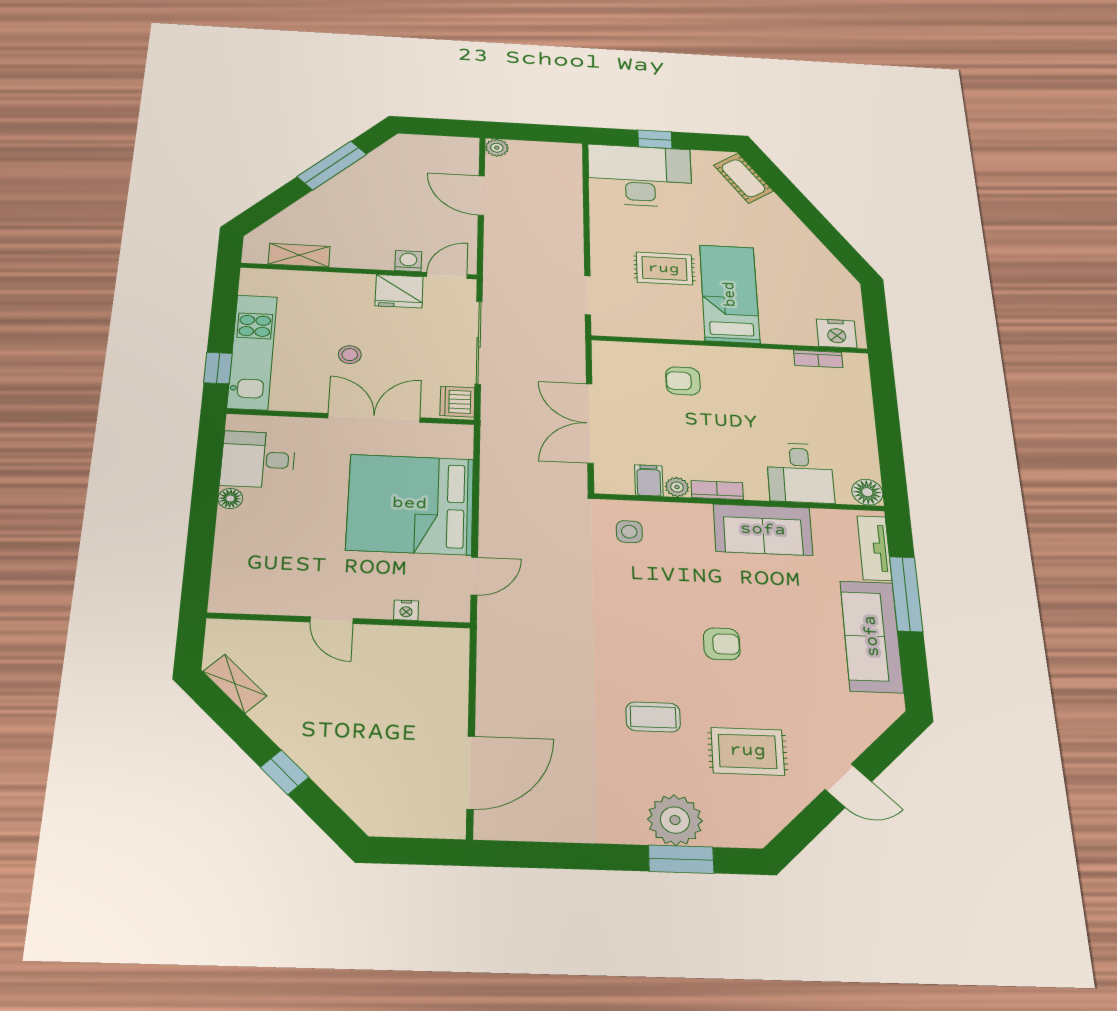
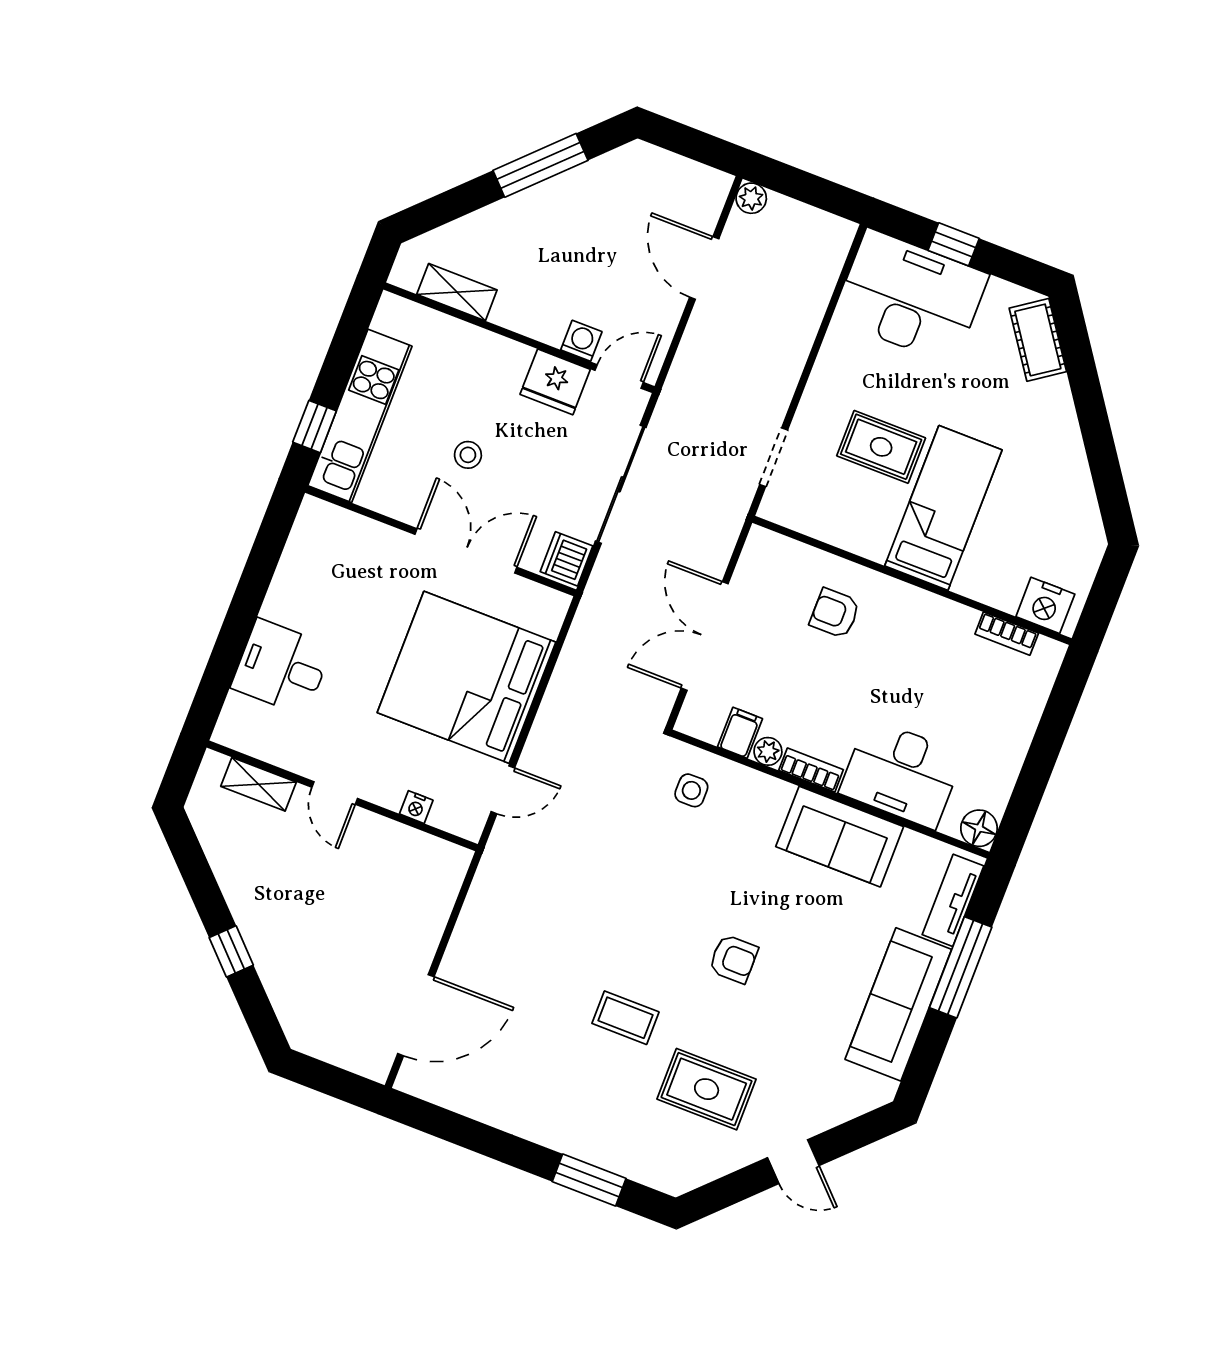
desk: (258, 459) -> (281, 667), moved
desk: (800, 473) -> (901, 774), width x1.37
floor lamp: (230, 498) -> (276, 606), removed
shelving: (235, 684) -> (259, 784), moved, turned -45
plant: (675, 820) -> (600, 1137), removed

